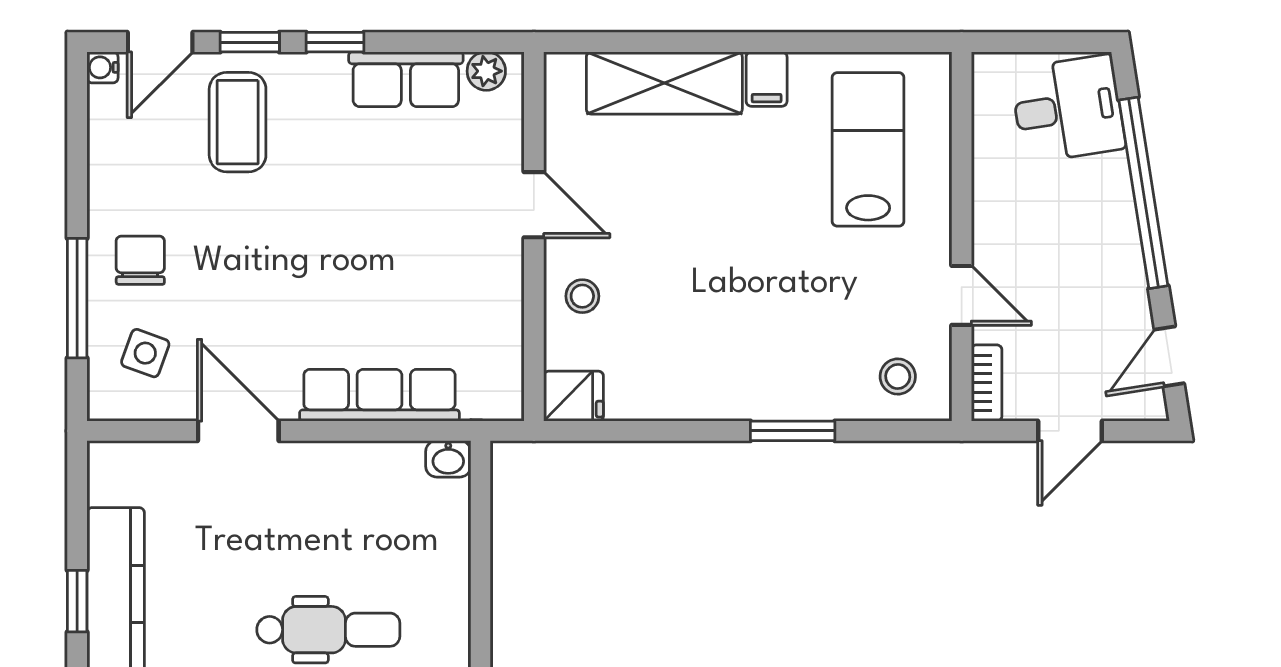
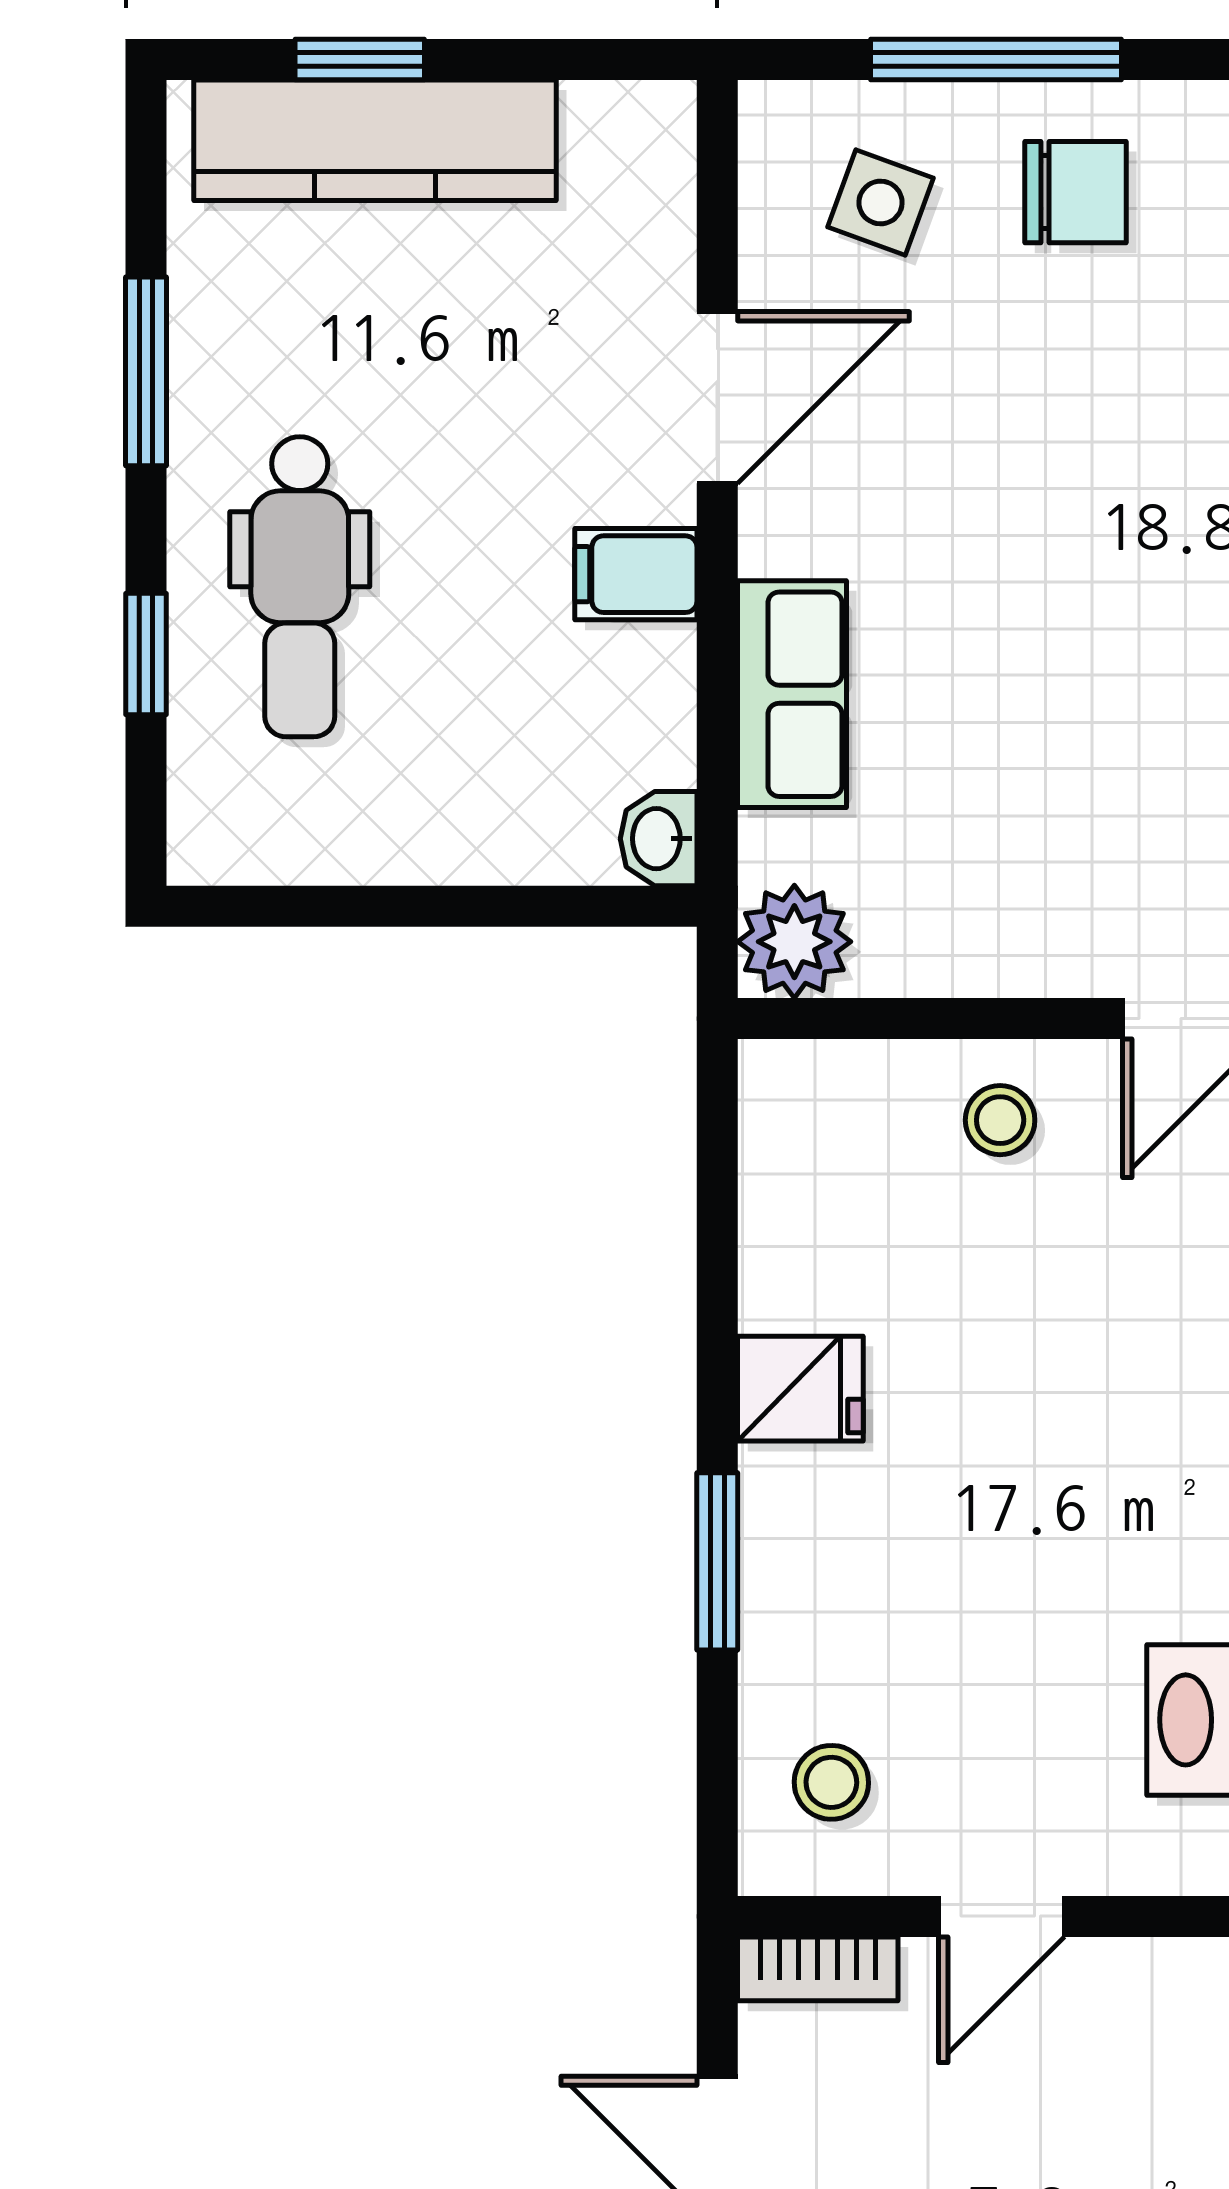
plant: (497, 394) -> (794, 942), added
row of seats: (379, 395) -> (792, 694), width x0.68
fridge: (574, 396) -> (800, 1389), moved, turned -90
filing cabinet: (322, 470) -> (636, 574), added

